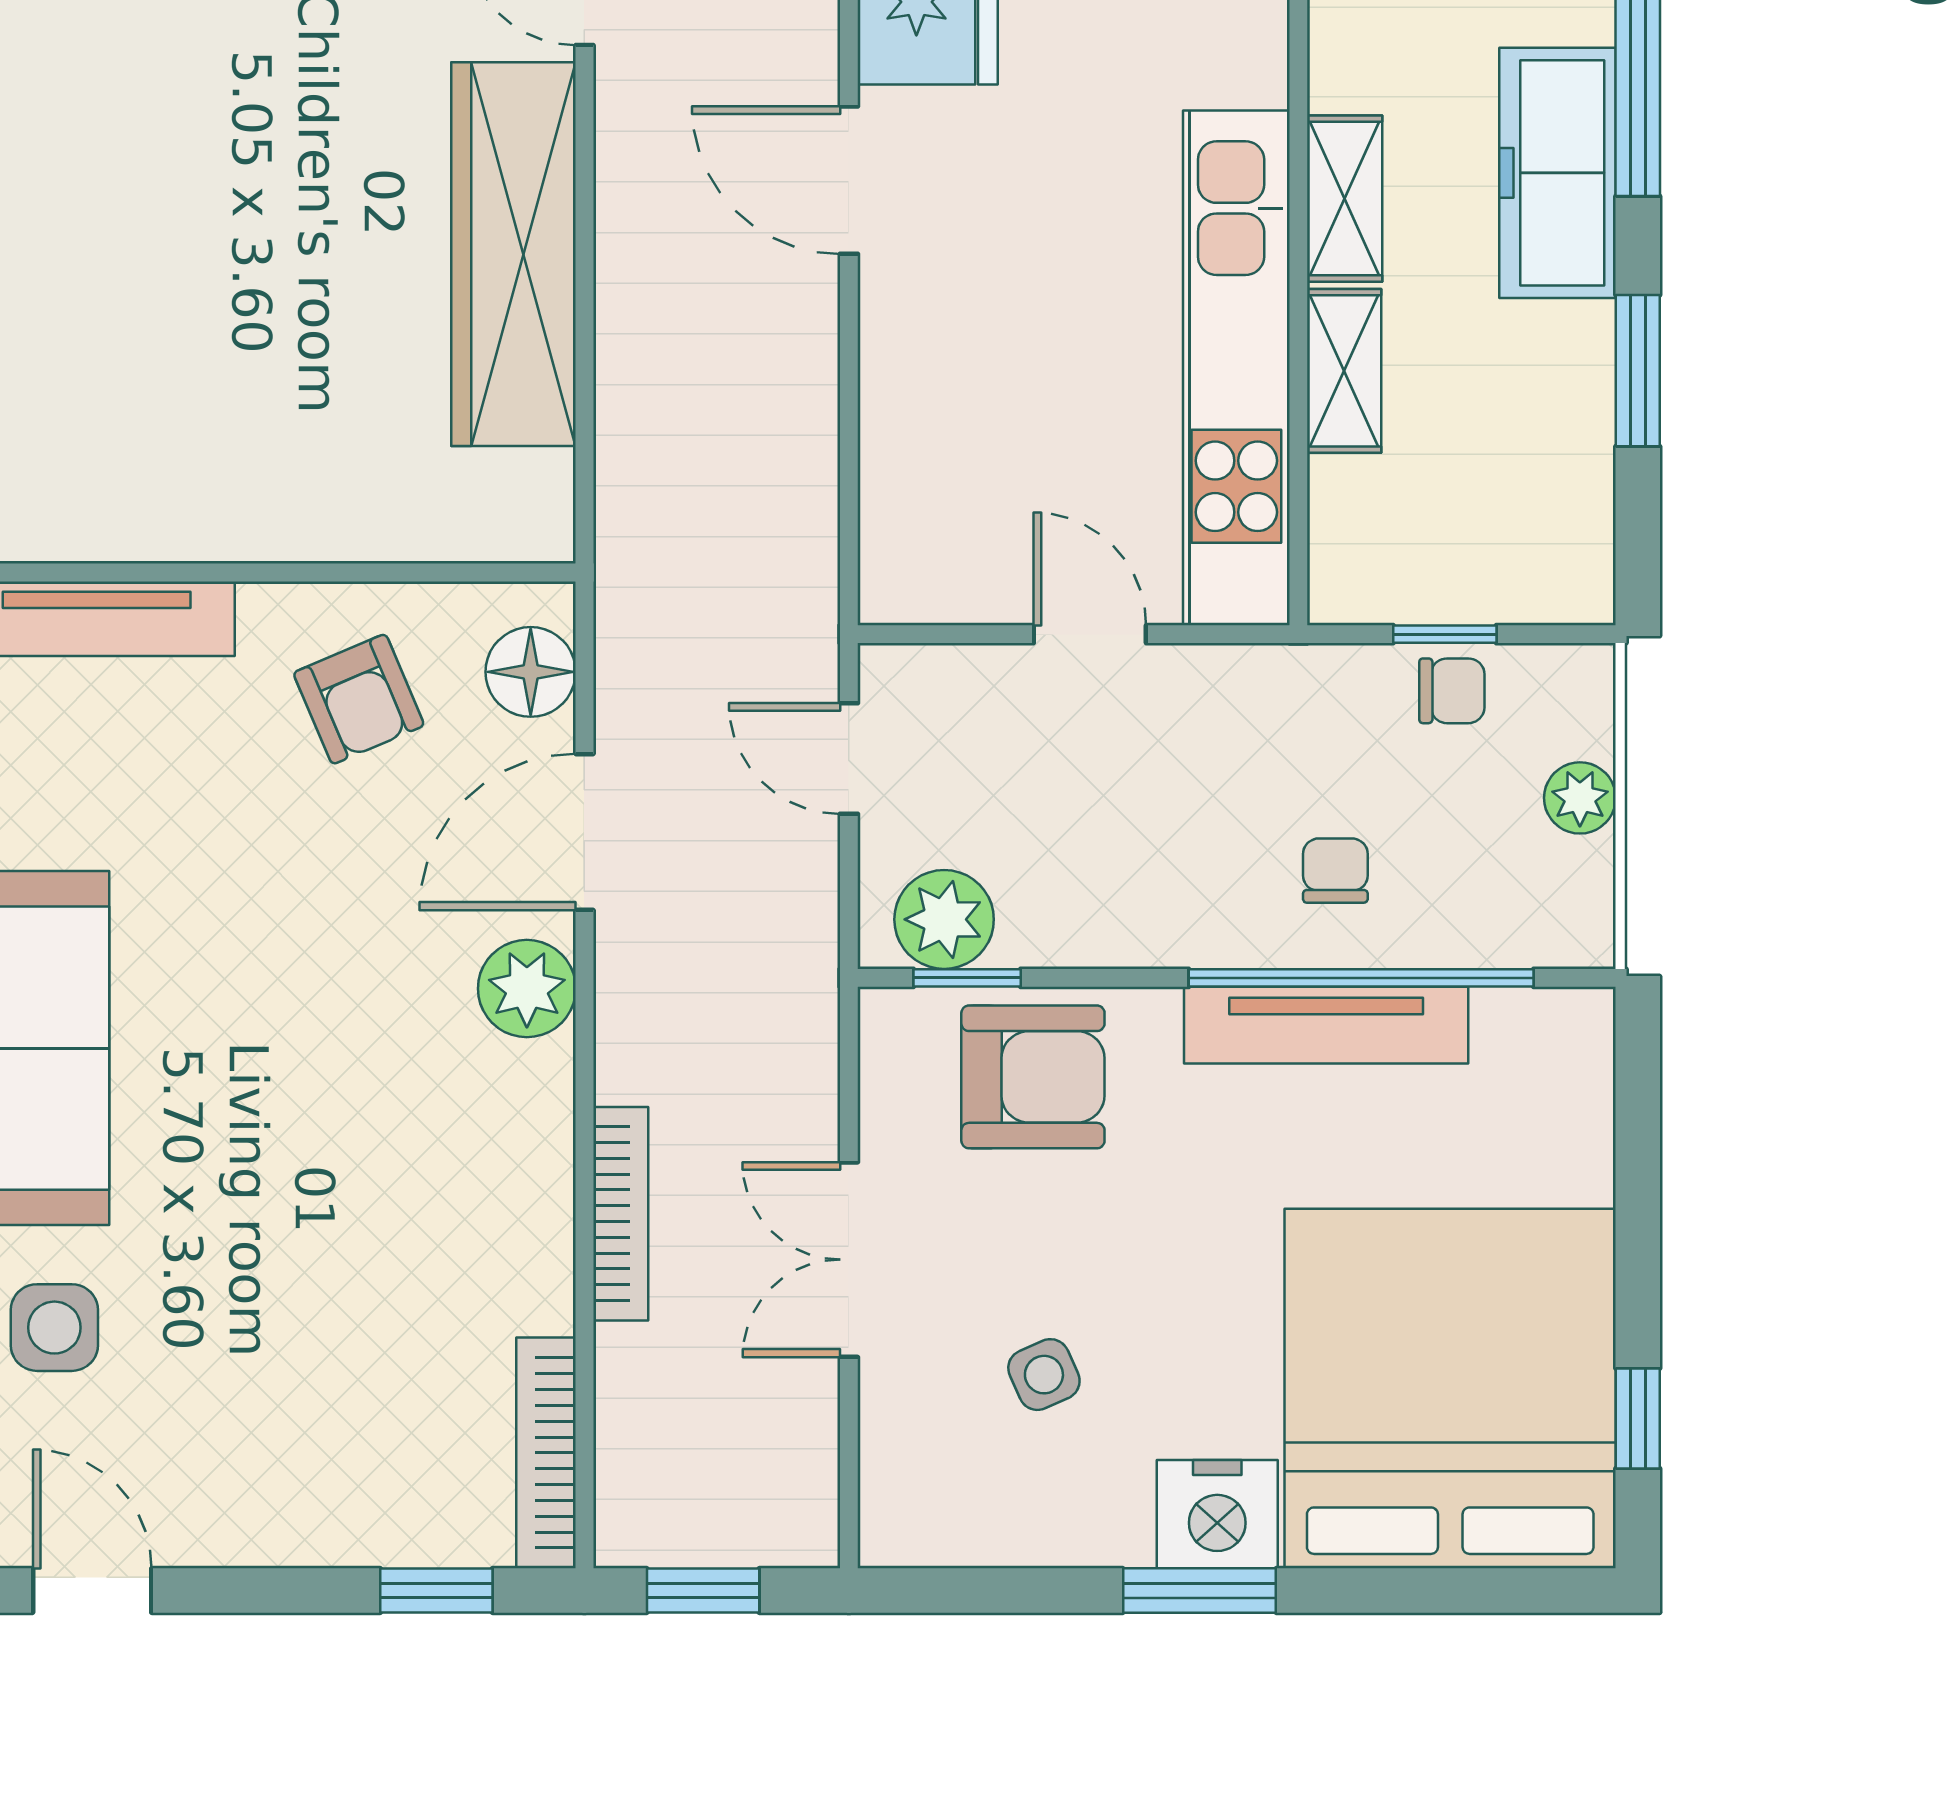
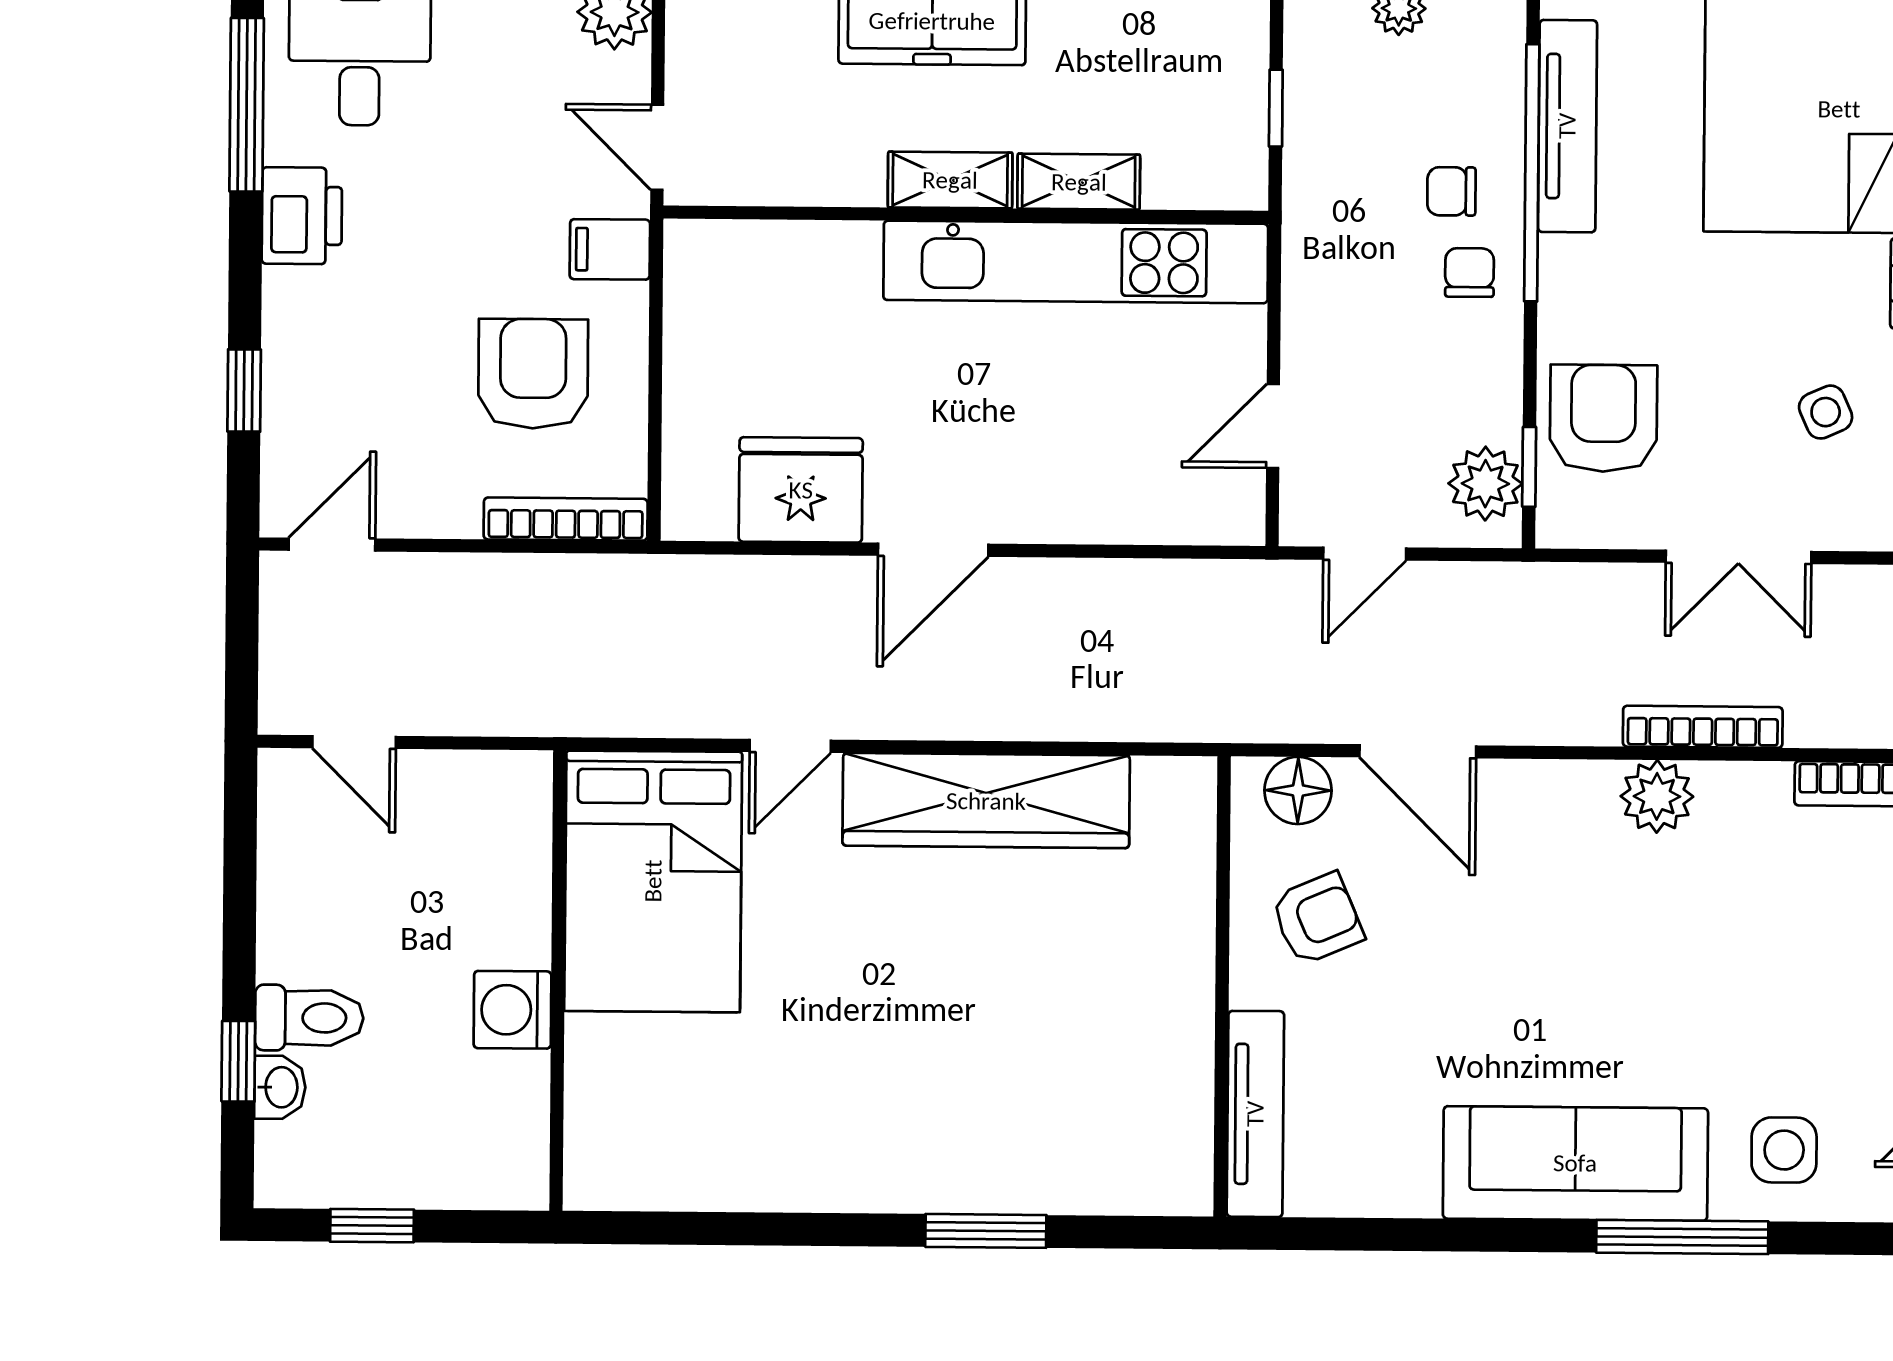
door: (1090, 634) -> (1273, 426), moved
chair: (1452, 691) -> (1470, 273), moved
plant: (527, 989) -> (1657, 796), moved
tv unit: (1326, 1025) -> (1567, 126), moved

